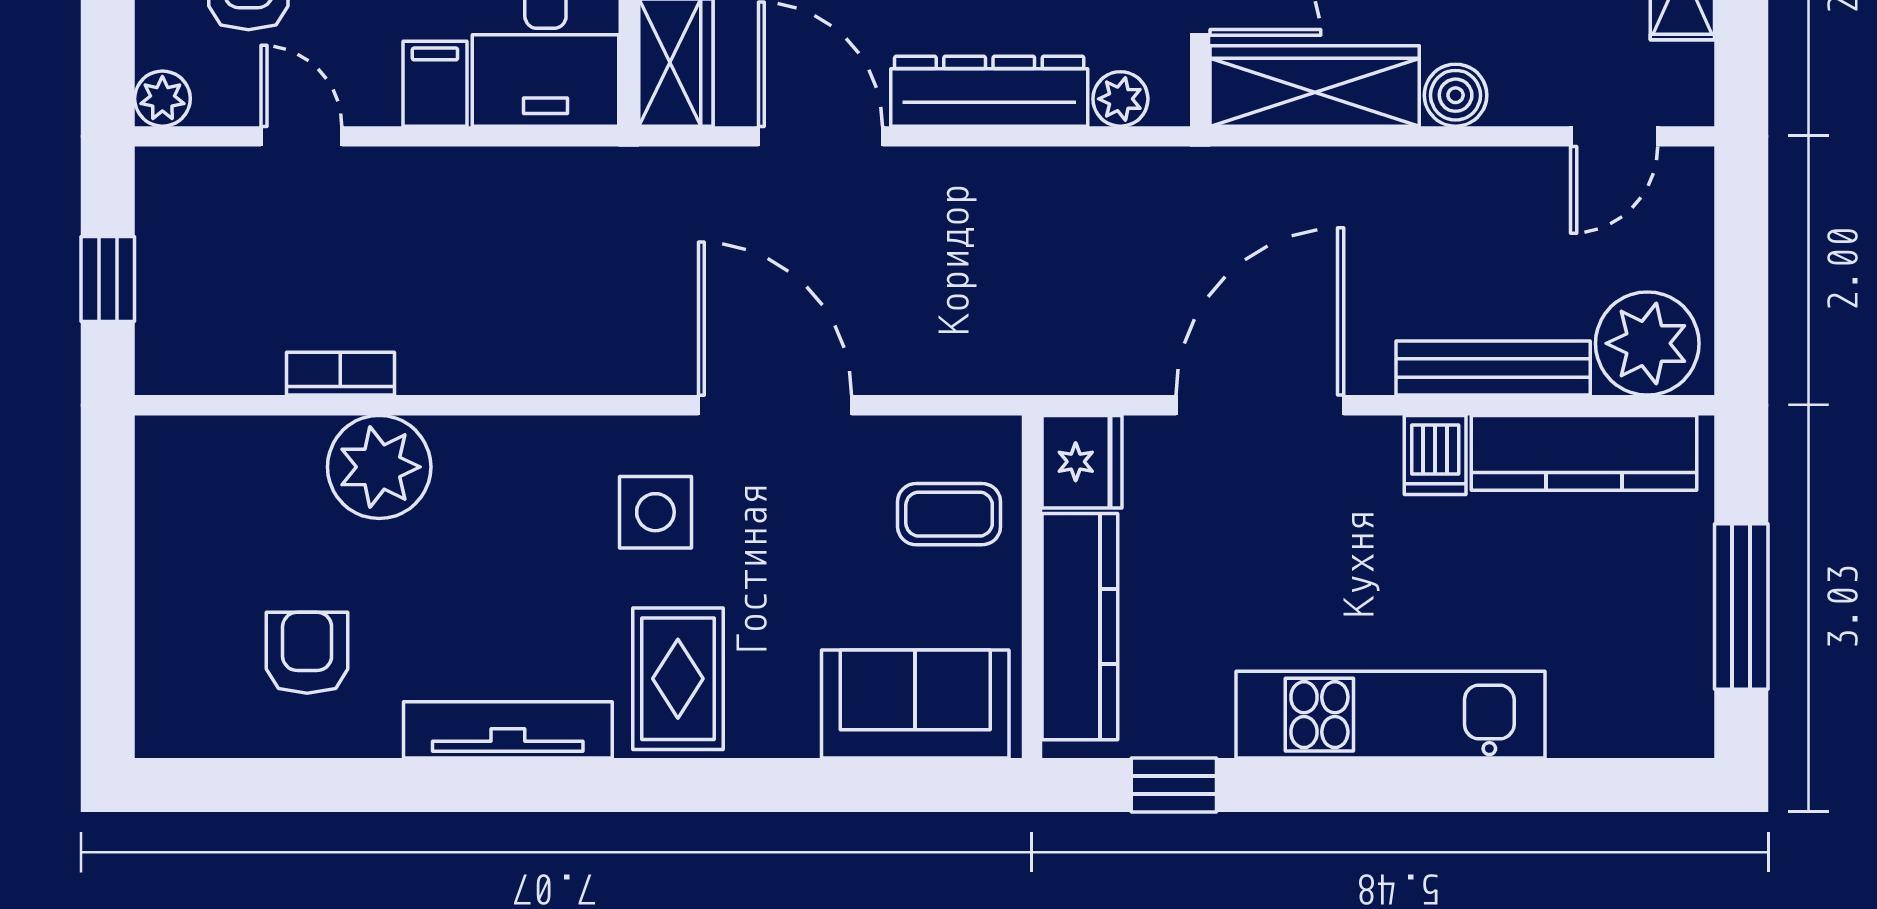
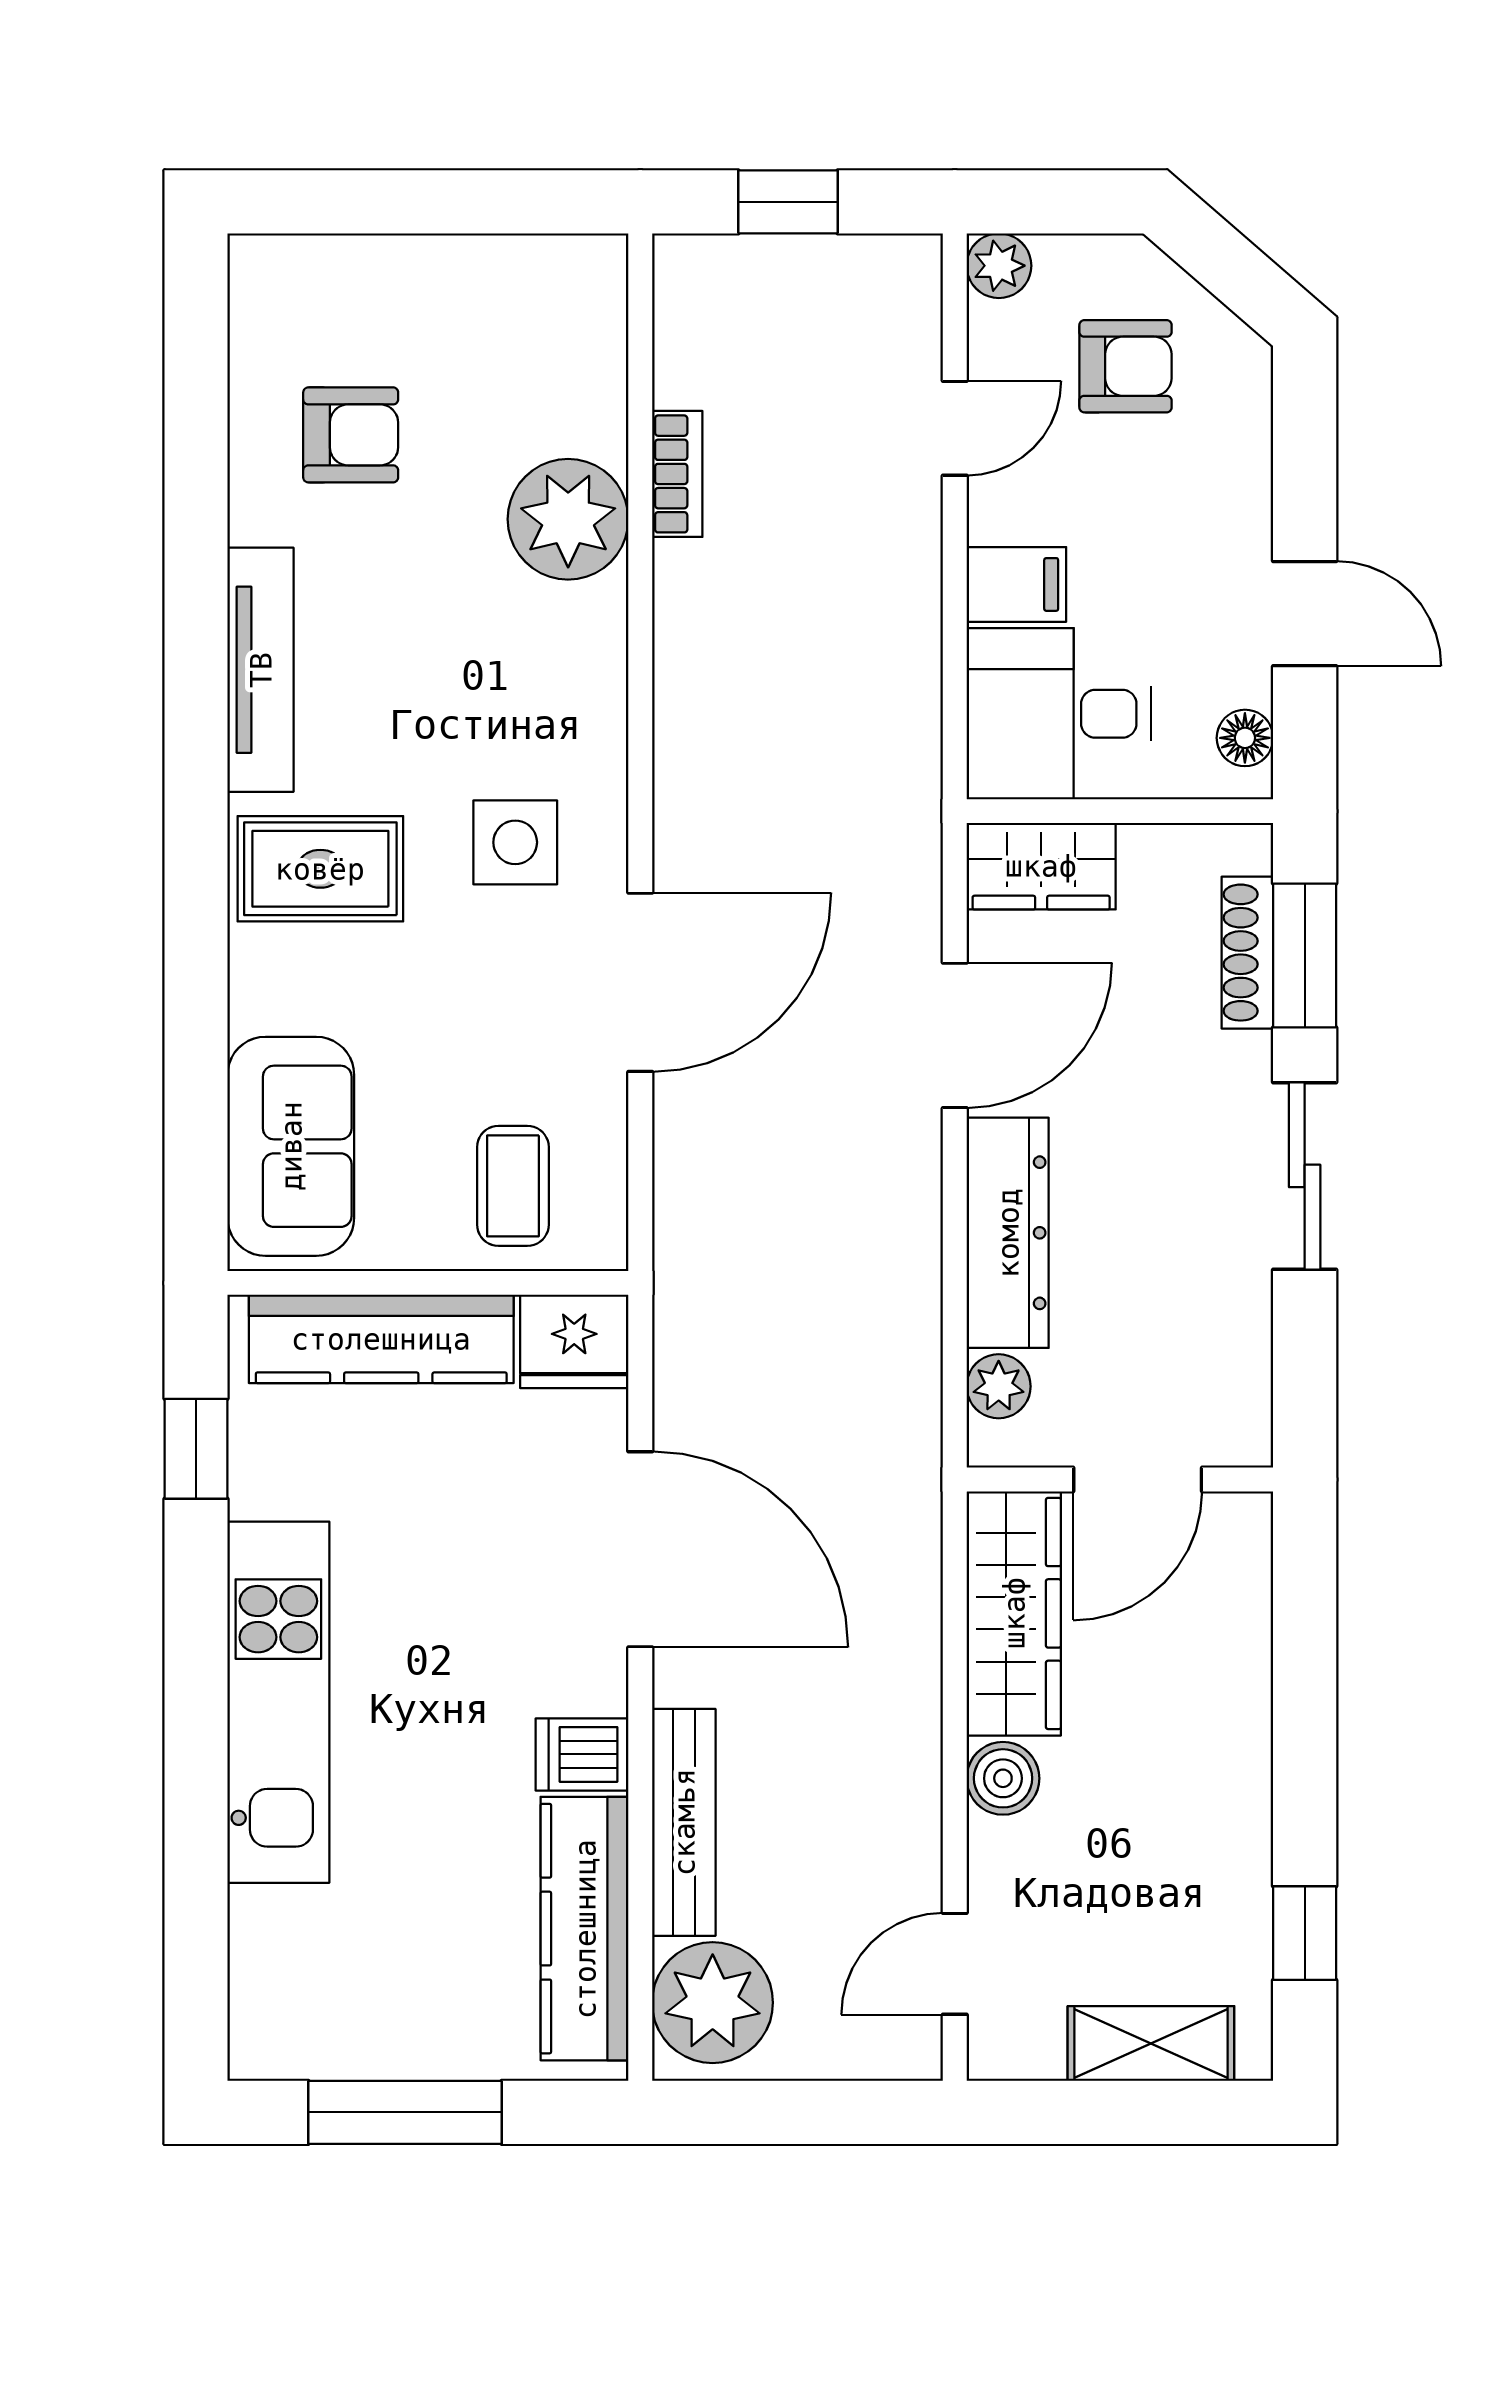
door: (1614, 136) -> (955, 1964), hinge flipped

